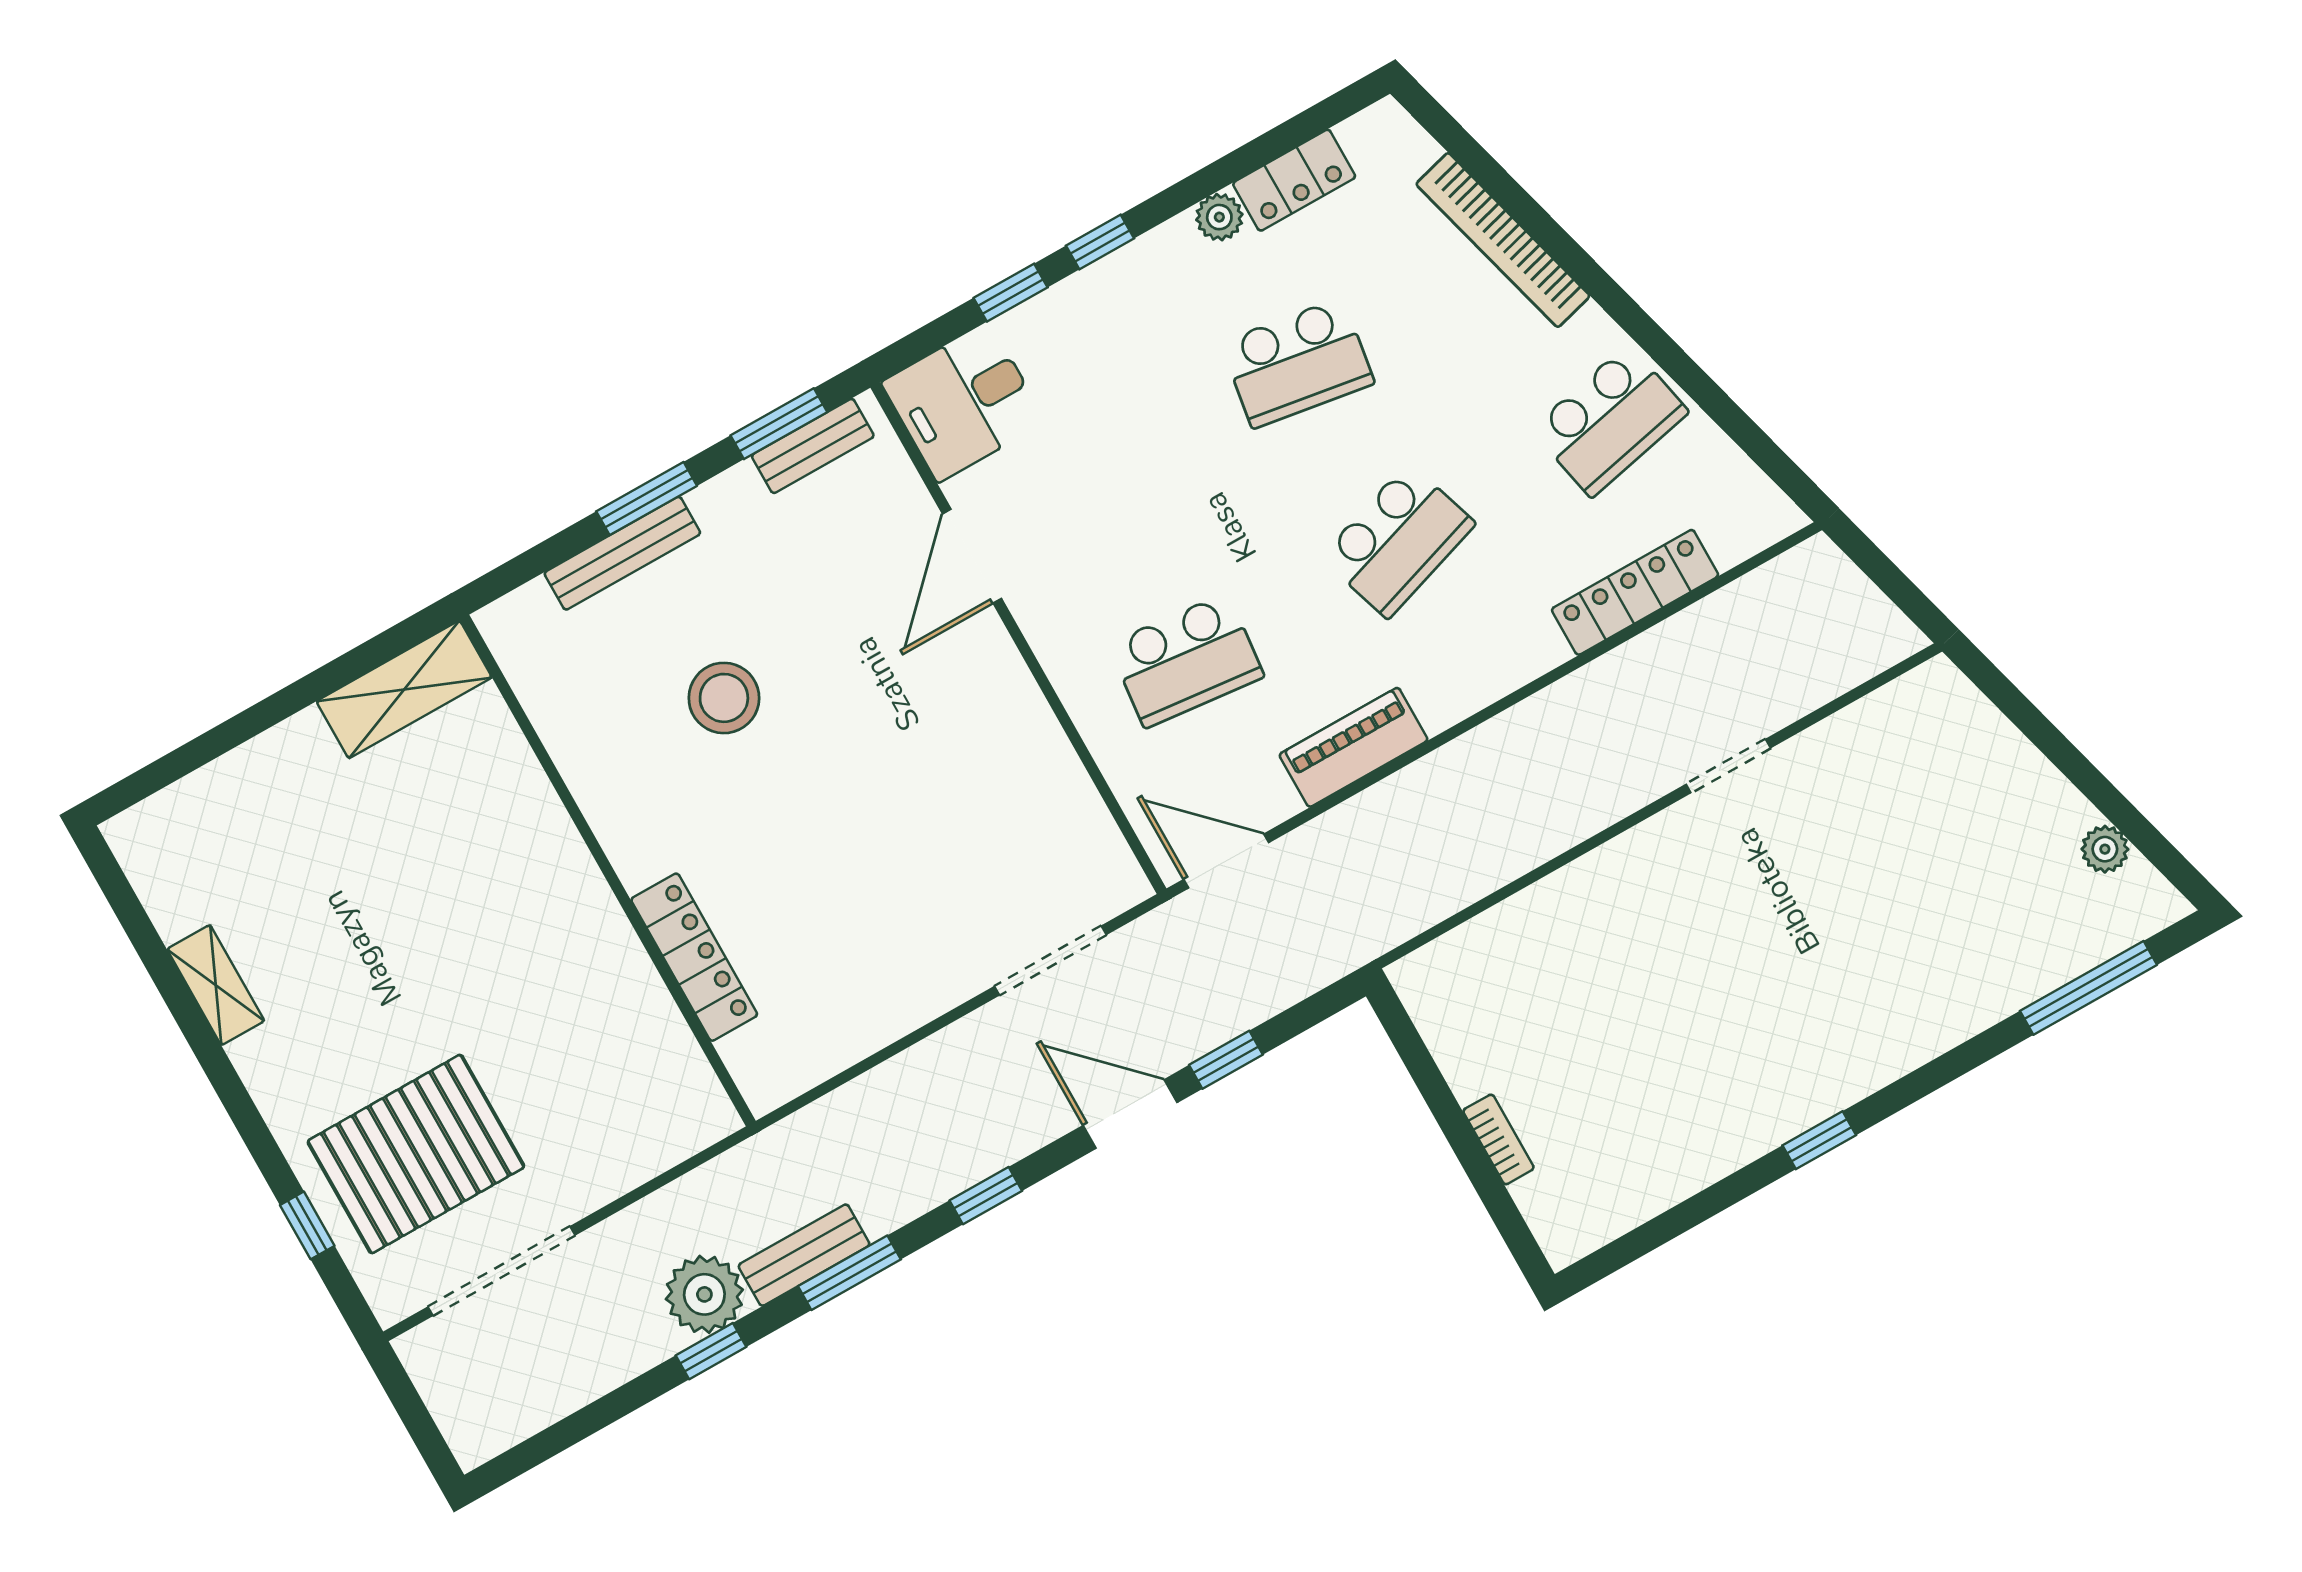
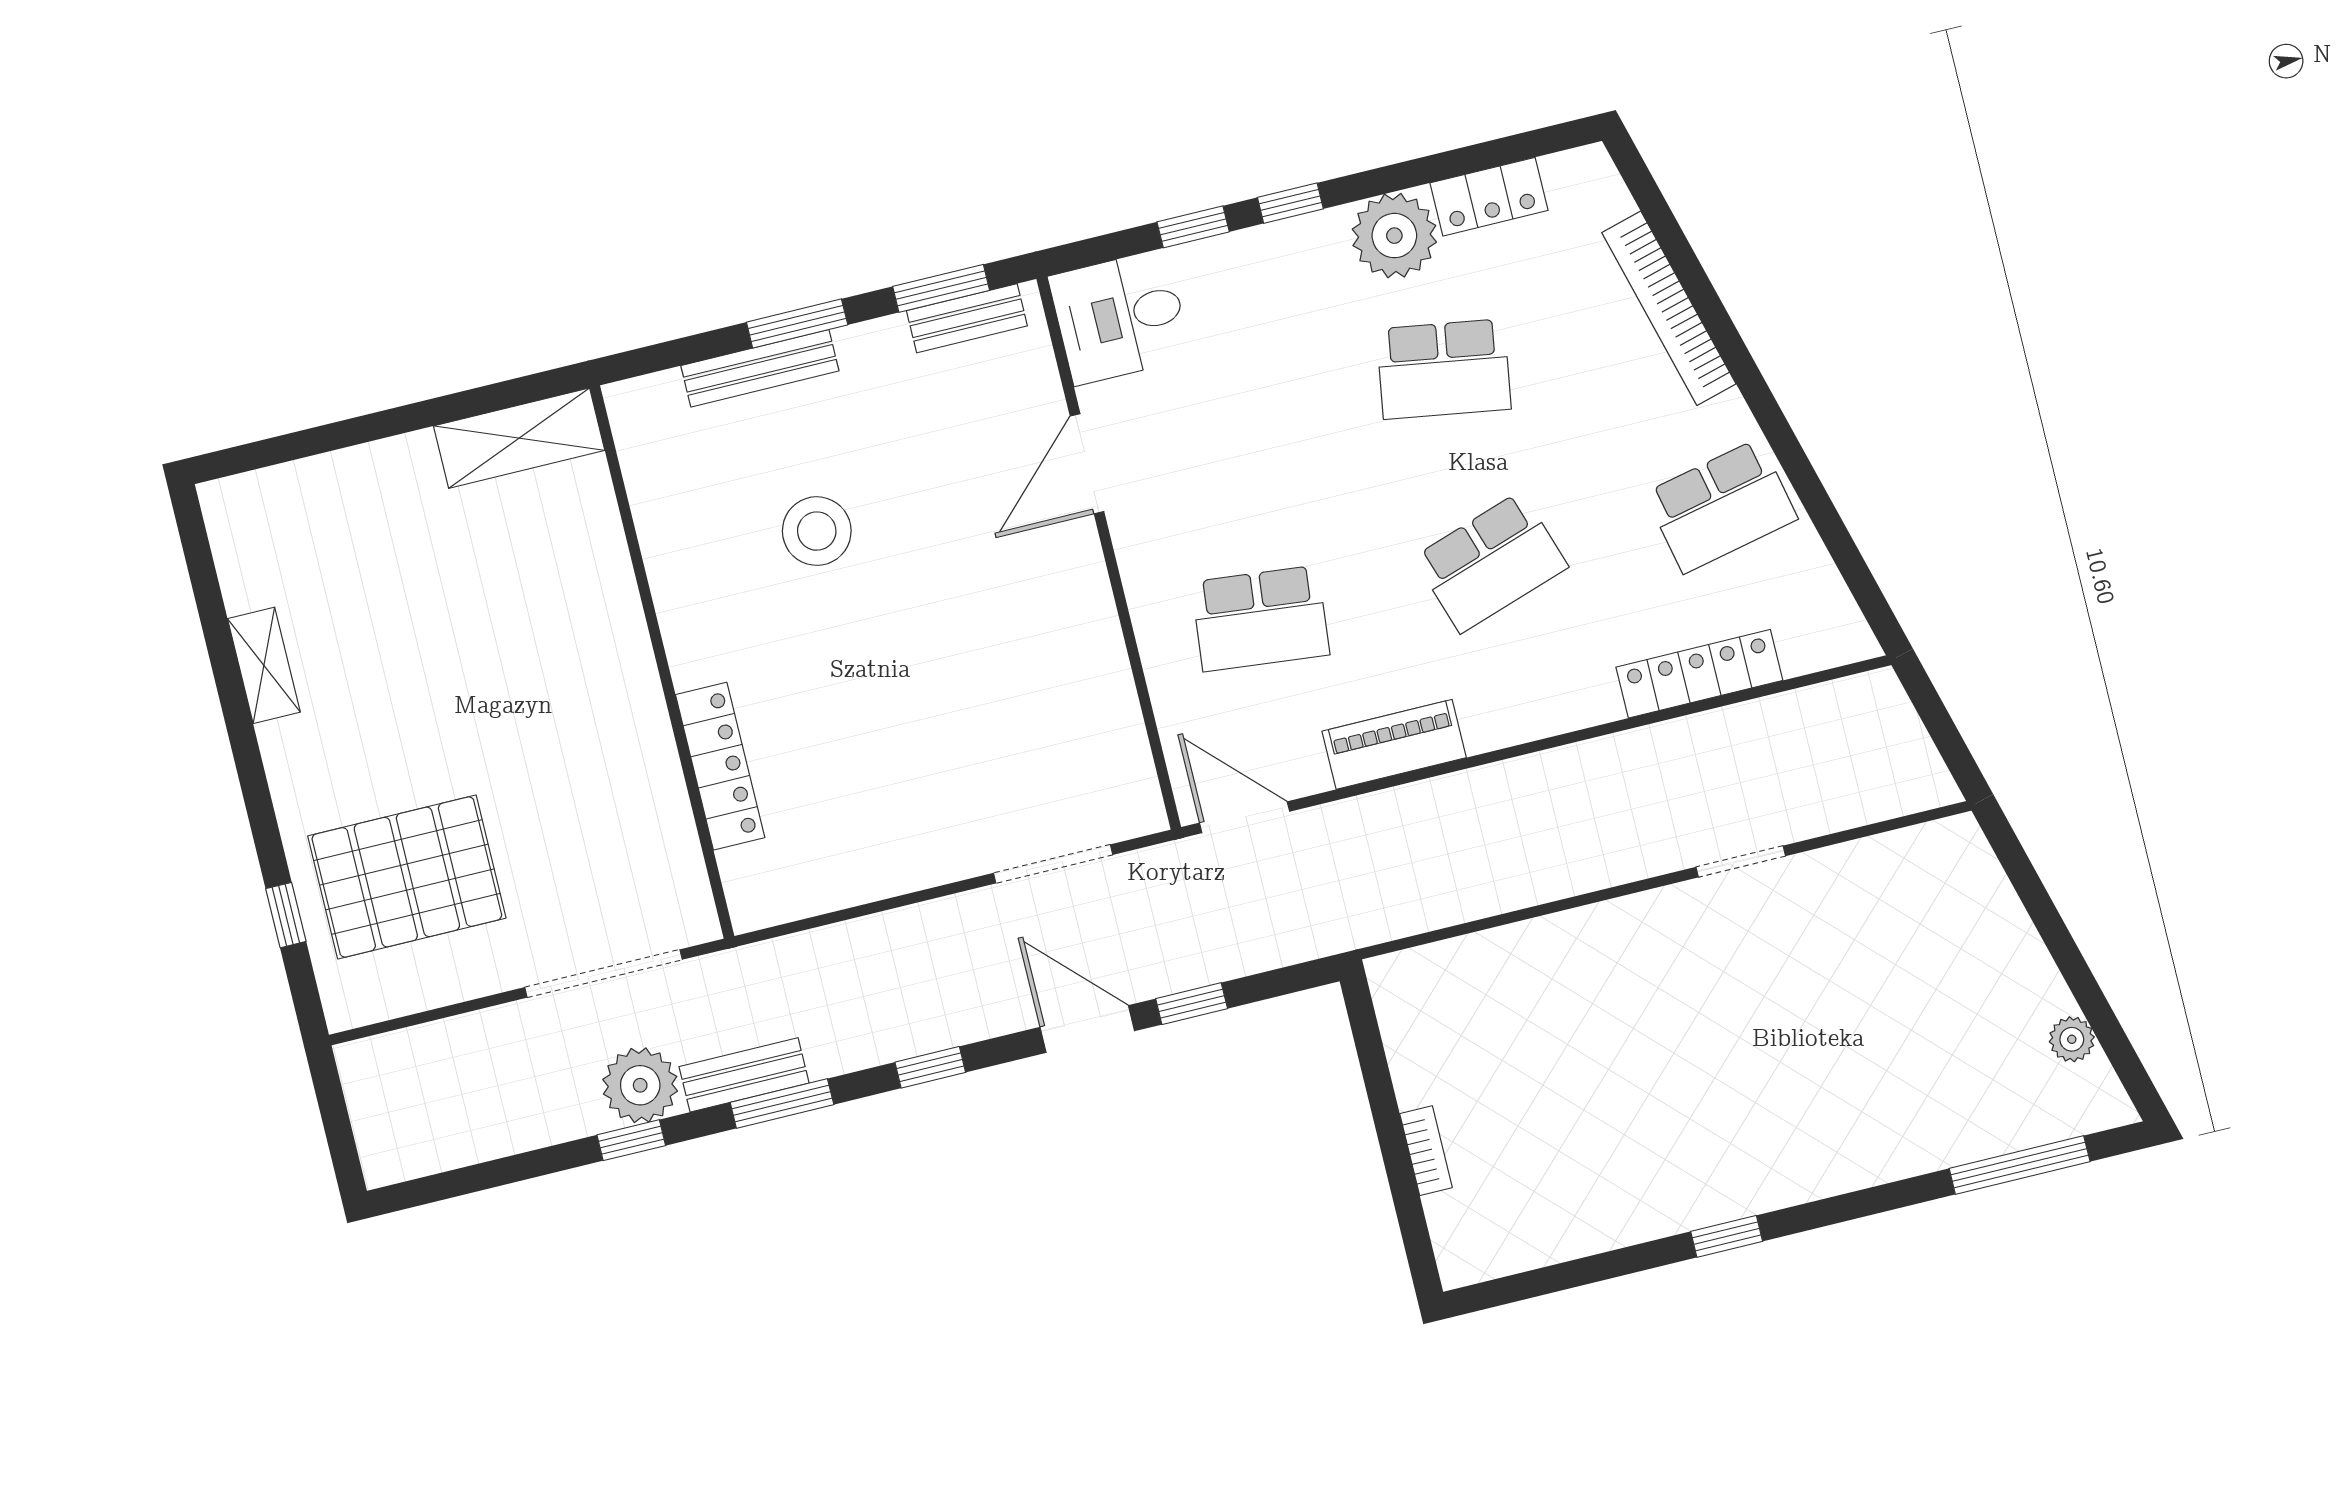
plant: (1219, 217) -> (1394, 236), width x1.87, depth x1.87
doorway: (501, 1271) -> (604, 973), moved

